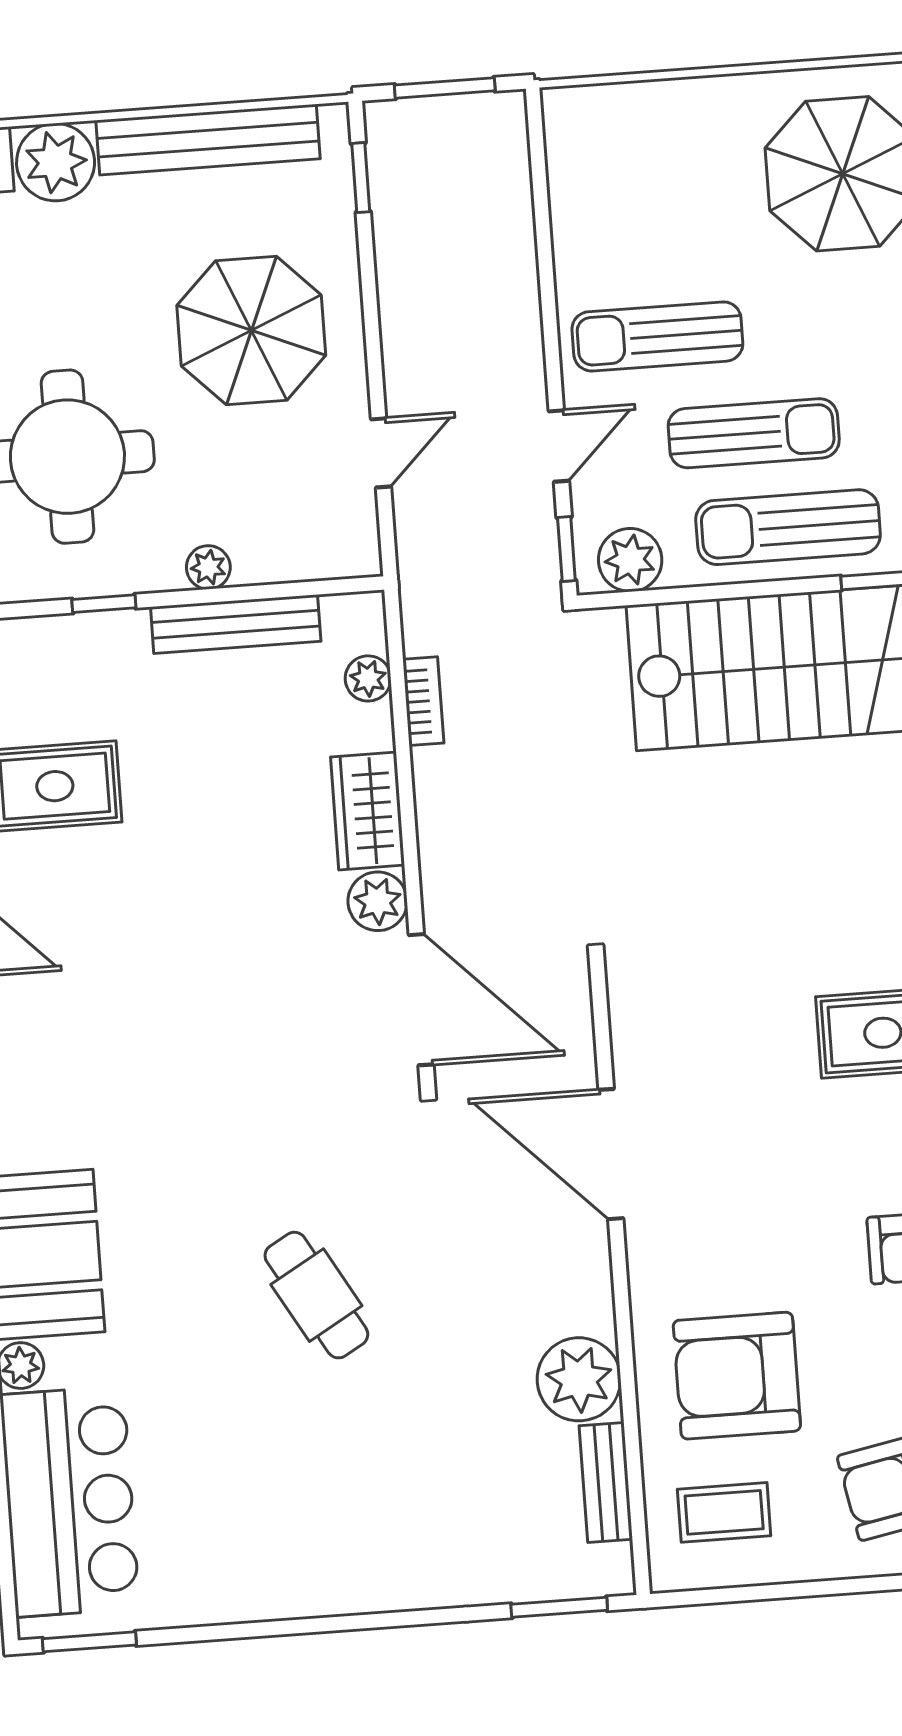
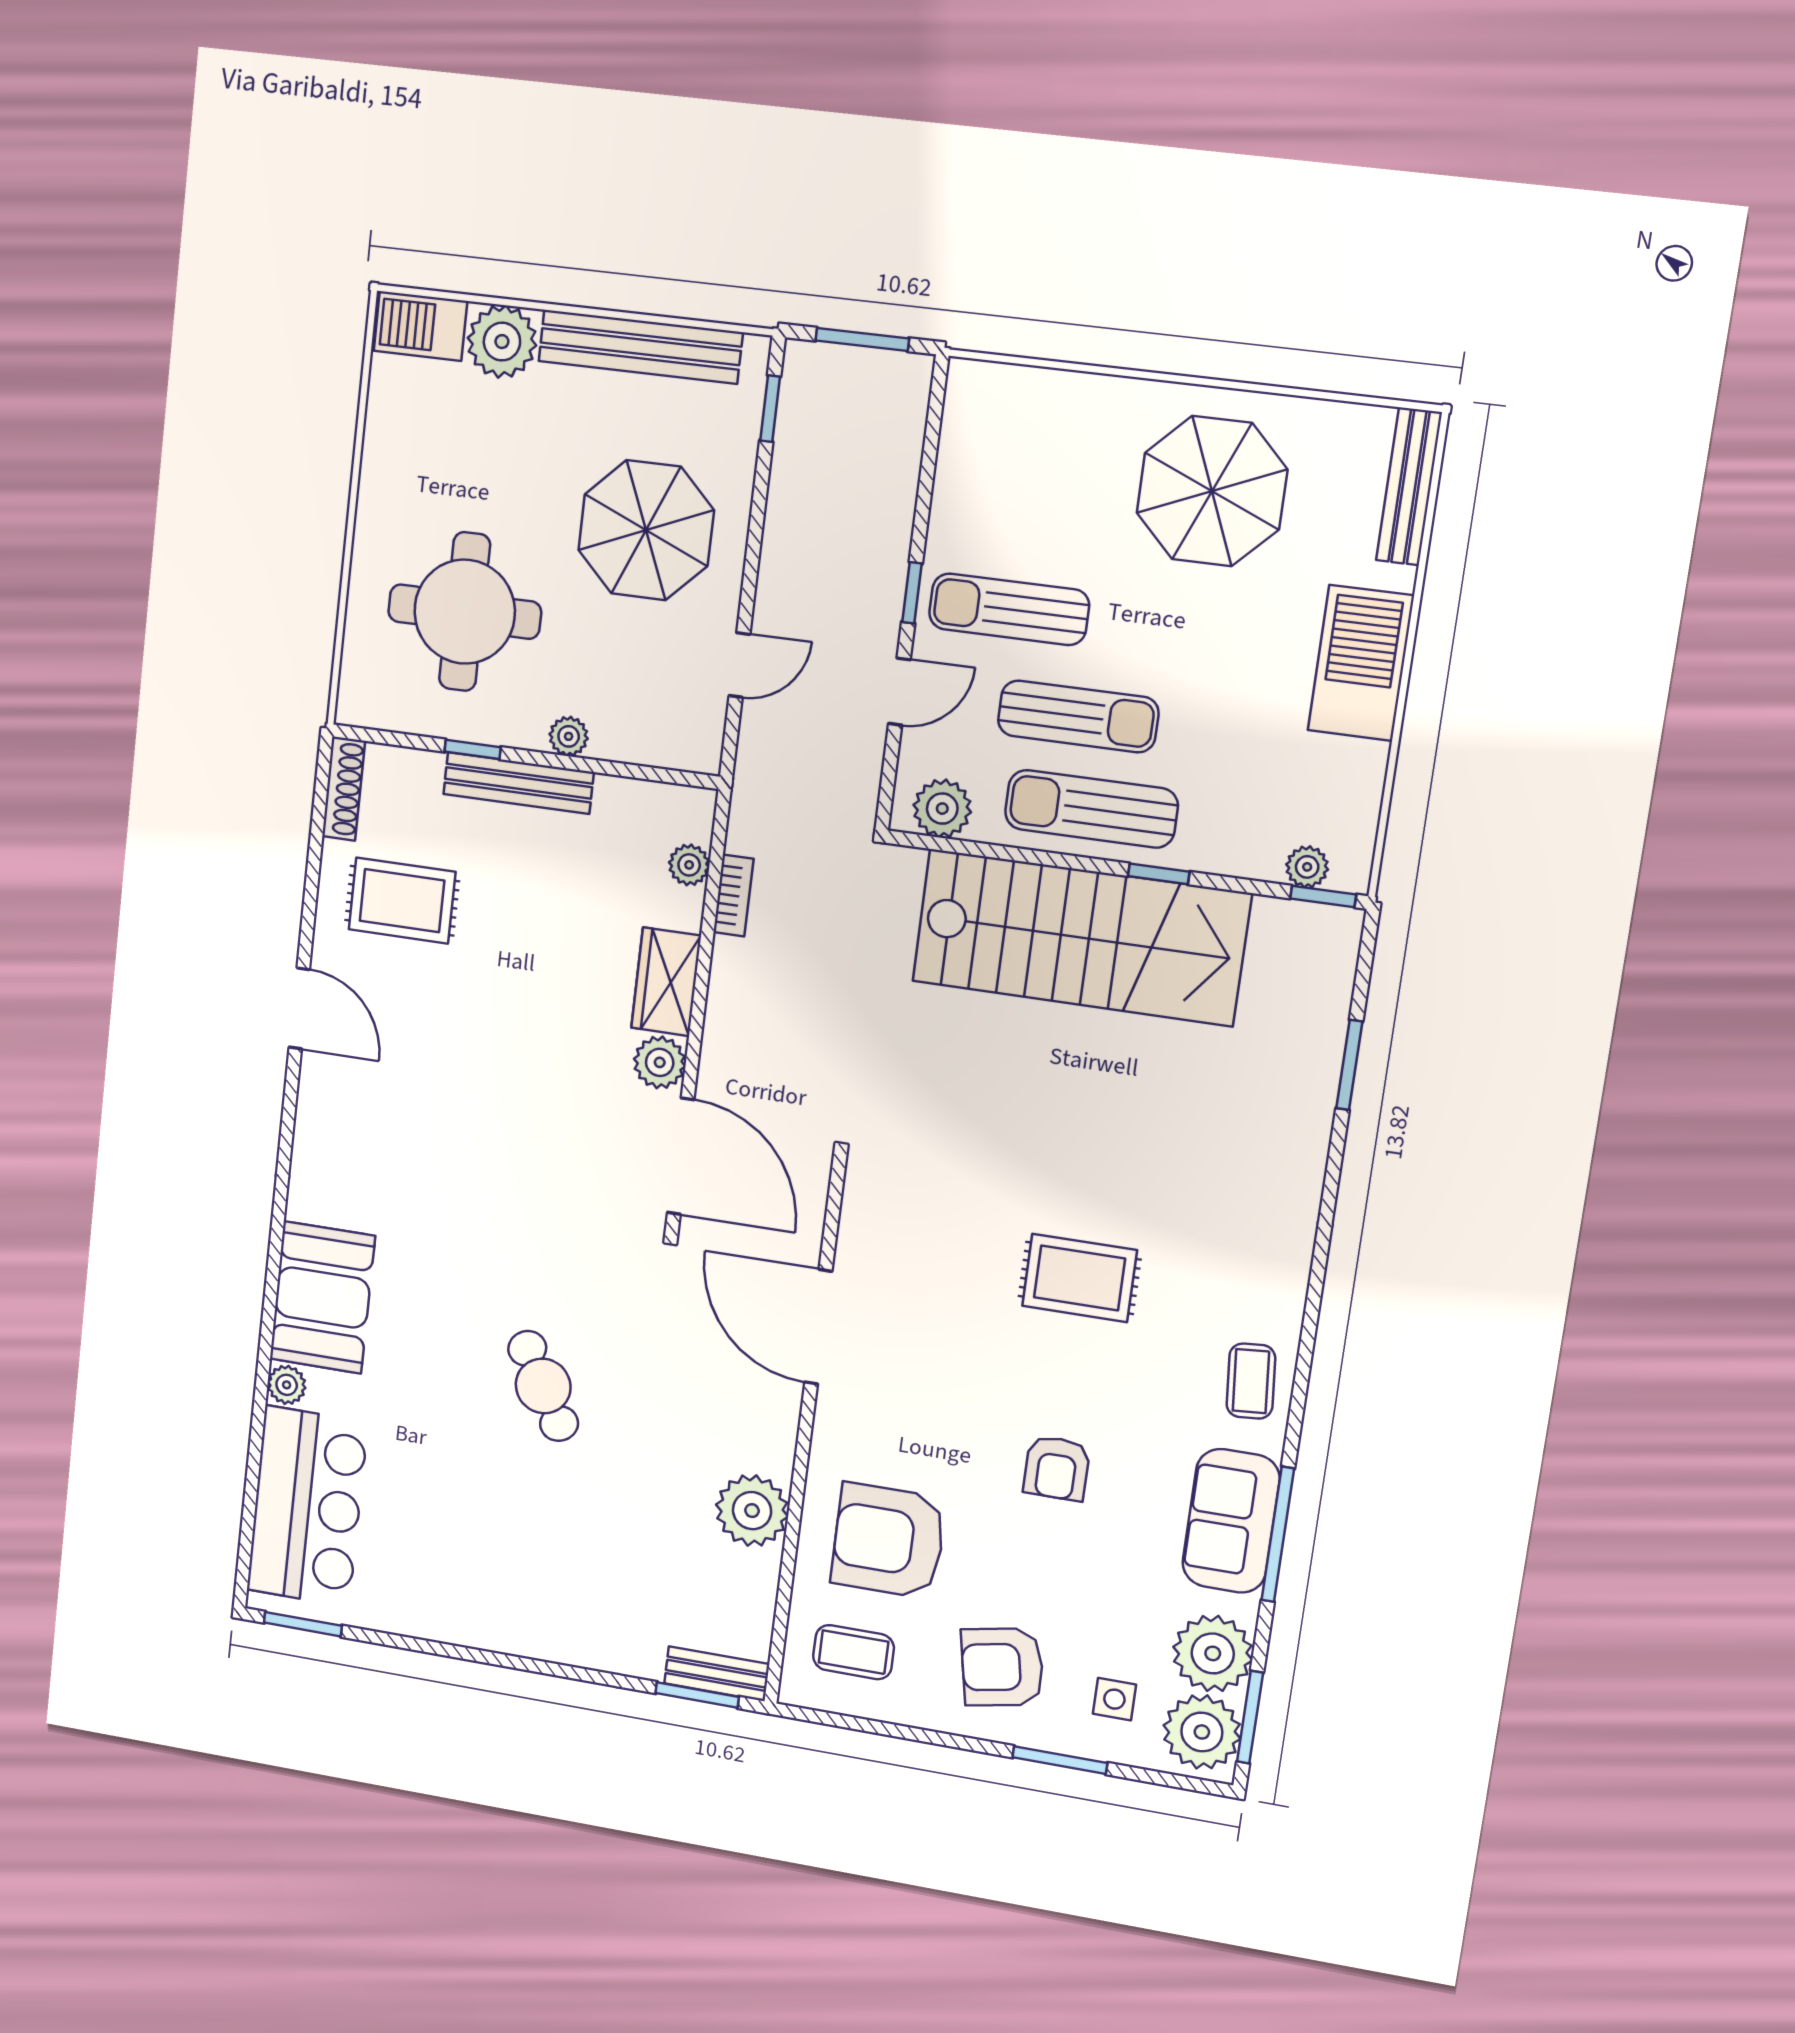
window: (566, 549) -> (912, 593), moved
bench: (236, 624) -> (518, 783), moved
bench: (606, 1482) -> (717, 1674), moved, turned 90

